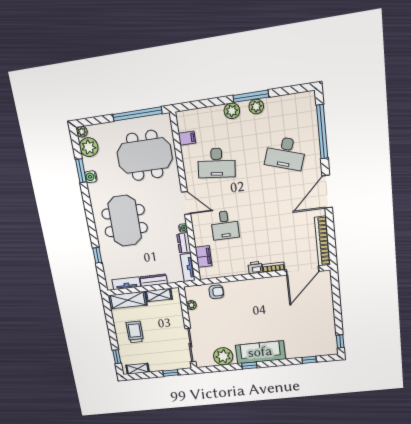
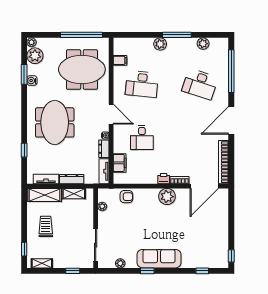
plant: (256, 107) -> (203, 44), moved
plant: (261, 287) -> (167, 197), added
plant: (223, 356) -> (120, 263), width x0.53, depth x0.53

